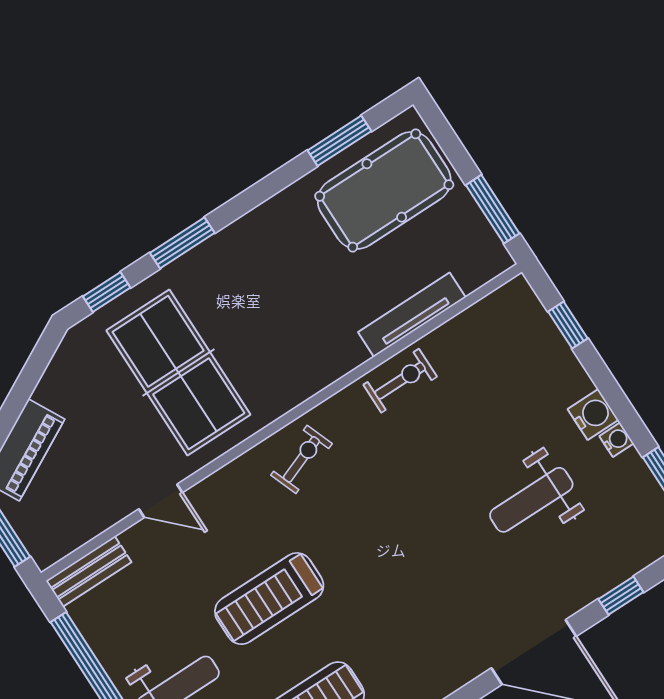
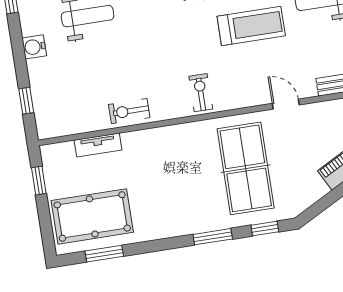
window: (493, 209) -> (39, 181), width x0.67
tv unit: (412, 315) -> (98, 145), width x0.71
water cooler: (616, 440) -> (28, 28), removed
exercise bike: (301, 459) -> (201, 93), turned 111

